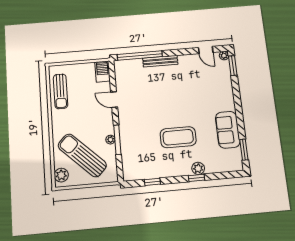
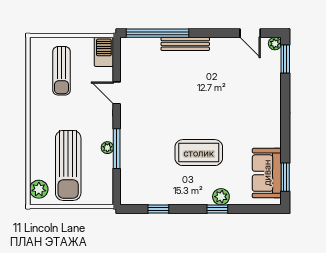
sun lounger: (61, 91) -> (62, 71), moved
sofa: (228, 130) -> (267, 173), moved
sun lounger: (82, 155) -> (68, 165), turned -134

